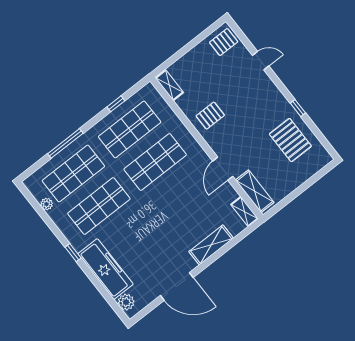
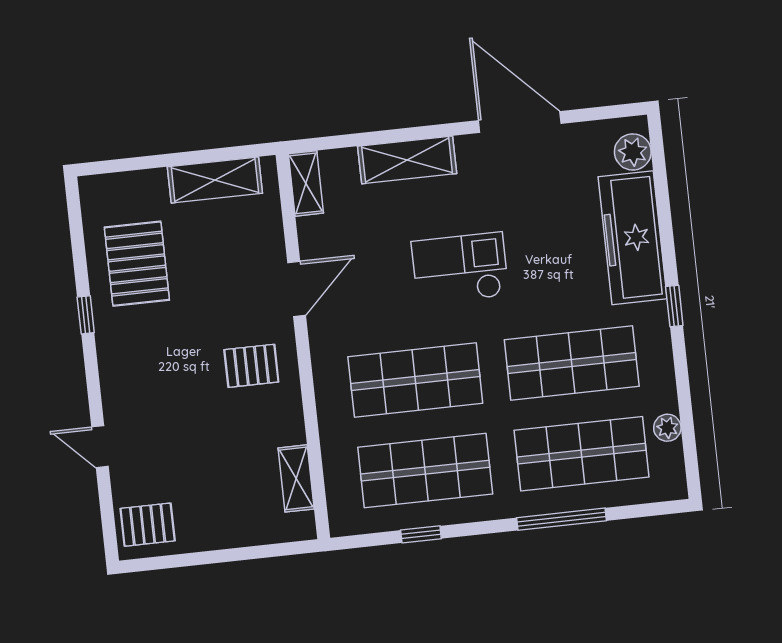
shelving: (169, 85) -> (296, 478), moved
pallet: (210, 116) -> (251, 366), moved
shelving: (255, 191) -> (215, 180), moved, turned 90
checkout: (165, 216) -> (460, 268), added

